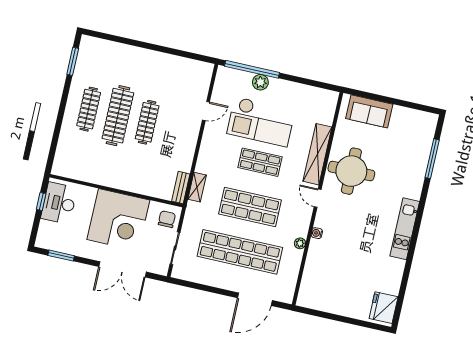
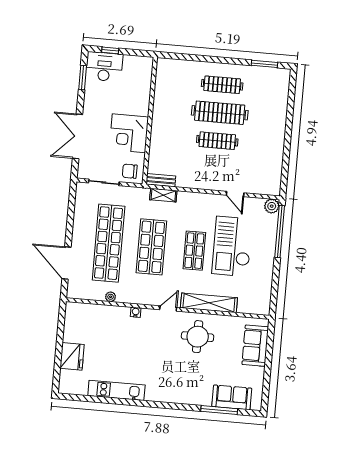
plant: (260, 82) -> (272, 206), moved
sofa: (421, 144) -> (232, 397), added
round table: (351, 171) -> (198, 337), width x0.73, depth x0.73
window: (41, 202) -> (110, 50), moved
desk: (59, 203) -> (104, 67), moved
chair: (167, 219) -> (130, 171), turned 180
corner desk: (118, 220) -> (129, 133), width x0.74, depth x0.74
kitchen unit: (405, 229) -> (116, 390), moved
plant: (300, 243) -> (111, 297), moved
fridge: (384, 308) -> (72, 356), moved, turned 90

